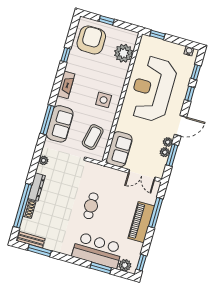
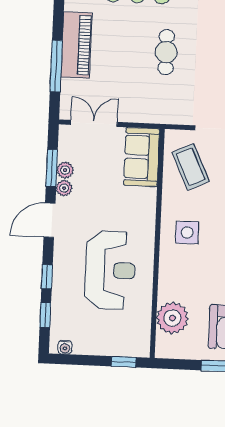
reception desk: (153, 89) -> (110, 270), width x0.74, depth x0.77
coffee table: (93, 137) -> (191, 167), turned -37

